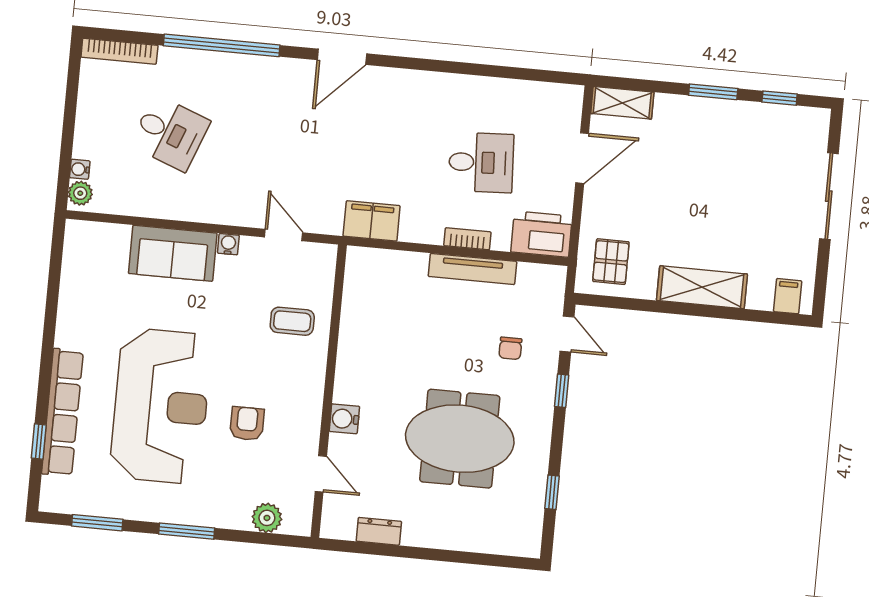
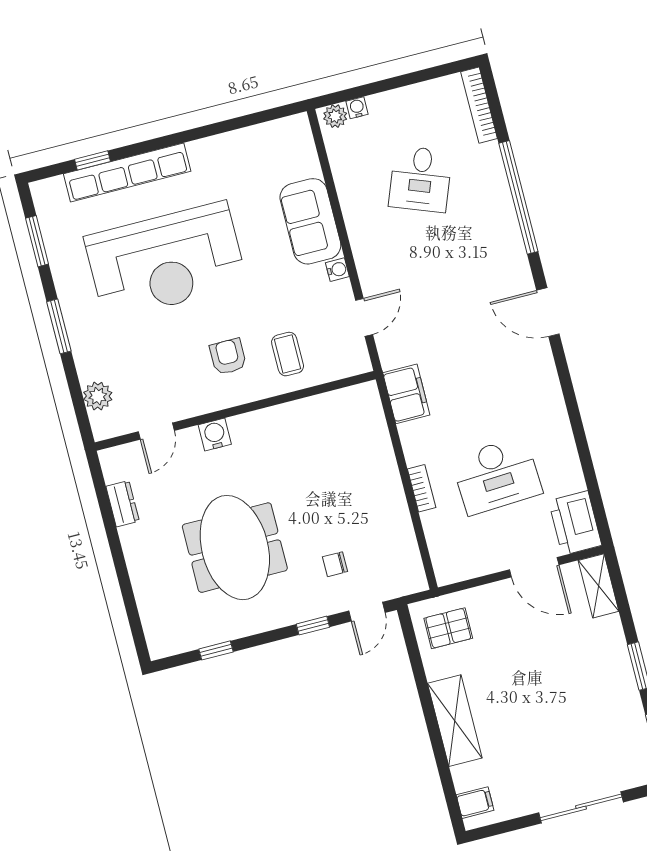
desk: (481, 162) -> (497, 476), width x1.37
printer: (542, 234) -> (575, 523), moved, turned 180
tv unit: (472, 269) -> (396, 503), removed
armchair: (247, 424) -> (228, 357), moved, turned -90

